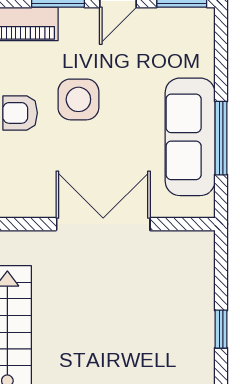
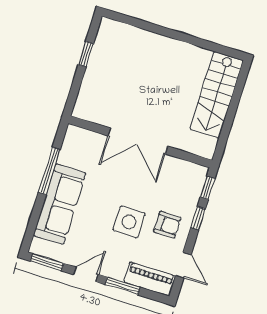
sofa: (190, 137) -> (60, 204), moved

